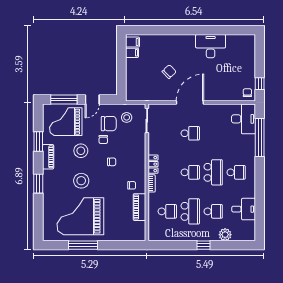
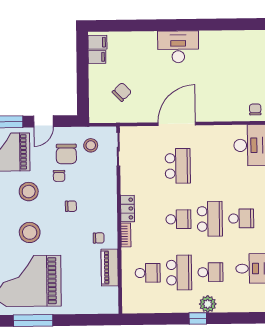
desk: (211, 46) -> (178, 47), moved
chair: (169, 72) -> (122, 92), moved
chair: (109, 124) -> (66, 154), turned 90
school desk: (190, 133) -> (178, 166), width x1.85
plant: (225, 235) -> (208, 304), moved

